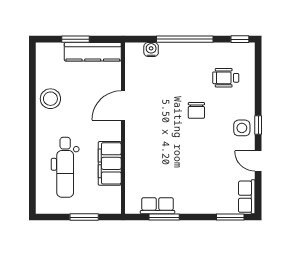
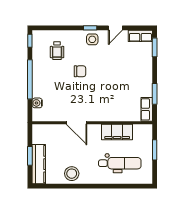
kitchen counter: (93, 52) -> (39, 164), moved
row of seats: (158, 206) -> (147, 109), moved

